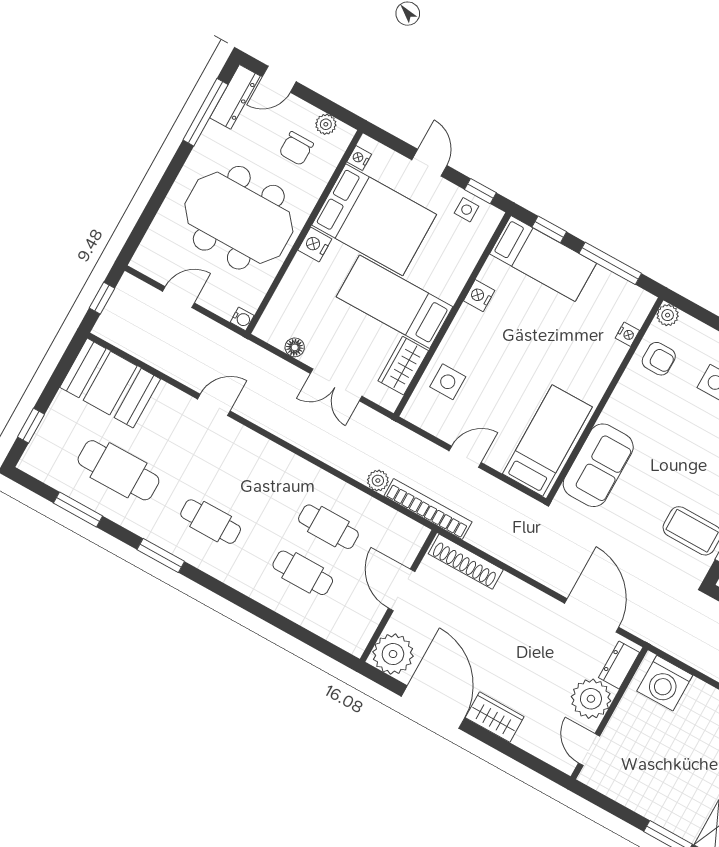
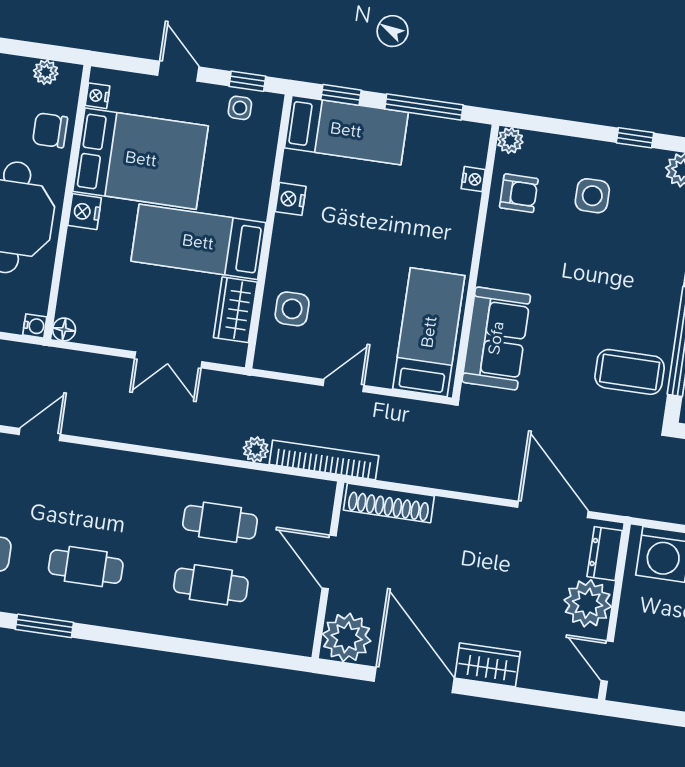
chair: (296, 149) -> (50, 130), moved, turned 90
floor lamp: (295, 347) -> (64, 329), moved

